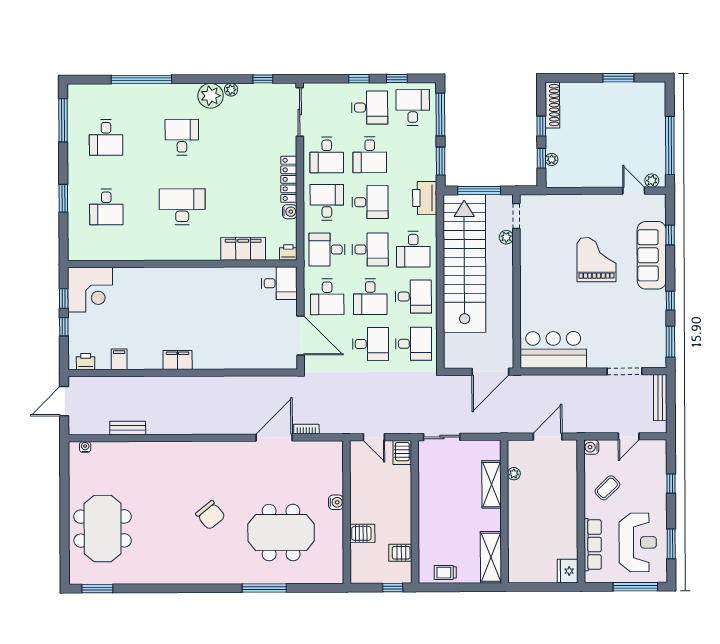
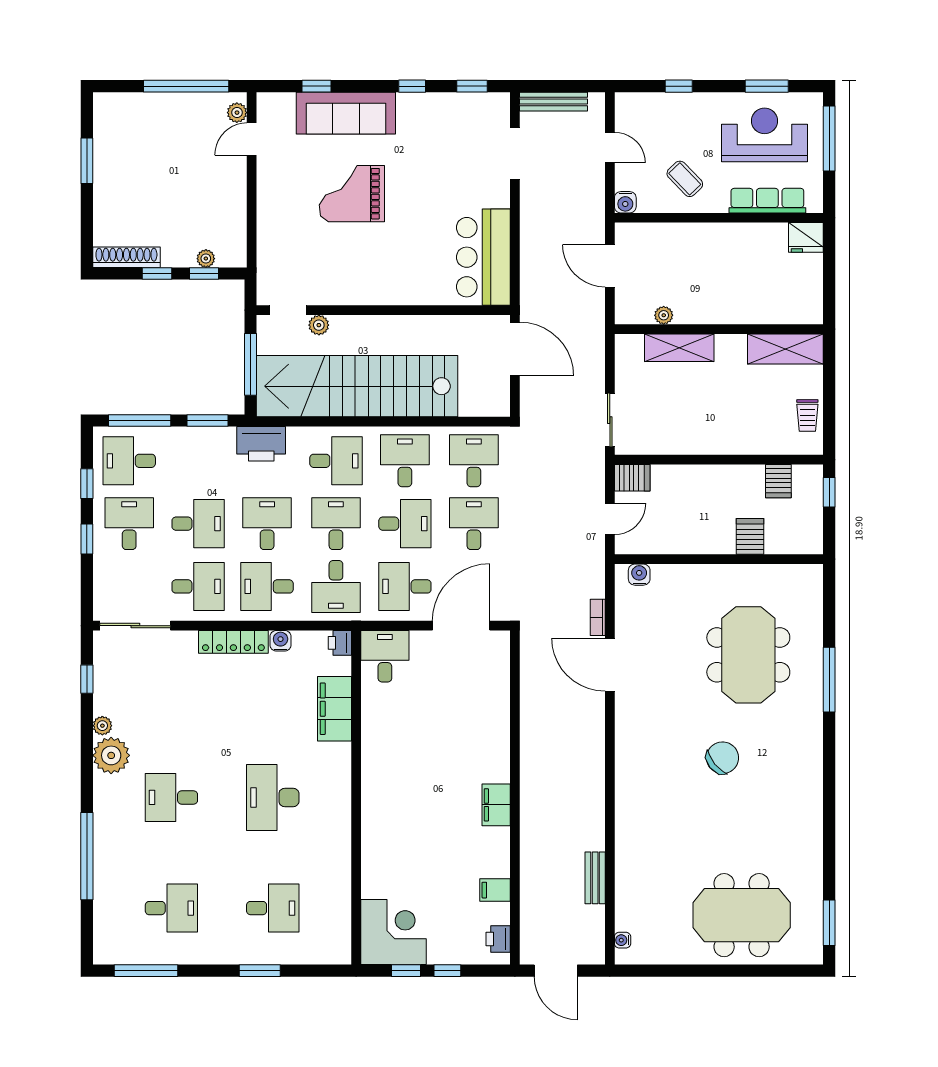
desk: (327, 297) -> (405, 586), turned 180
window: (670, 342) -> (472, 86), width x0.67
water cooler: (336, 502) -> (639, 575), moved

